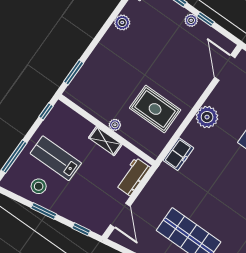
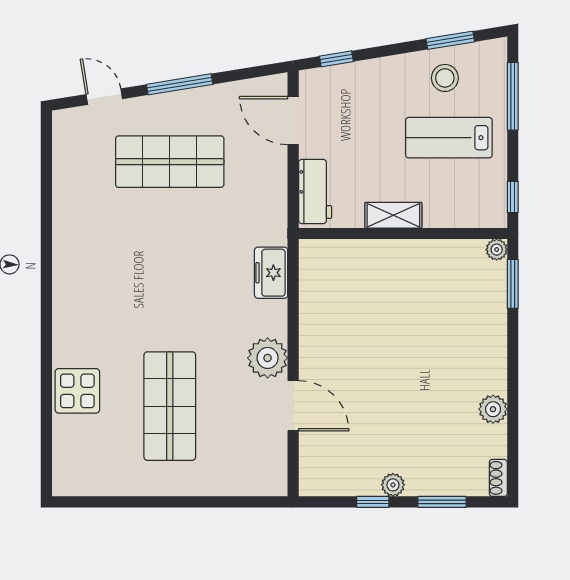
door: (225, 68) -> (293, 406), moved
rug: (155, 109) -> (353, 315), removed
plant: (115, 125) -> (497, 250), moved
lab bench: (56, 158) -> (449, 138), turned 180
window: (44, 211) -> (450, 40), moved

